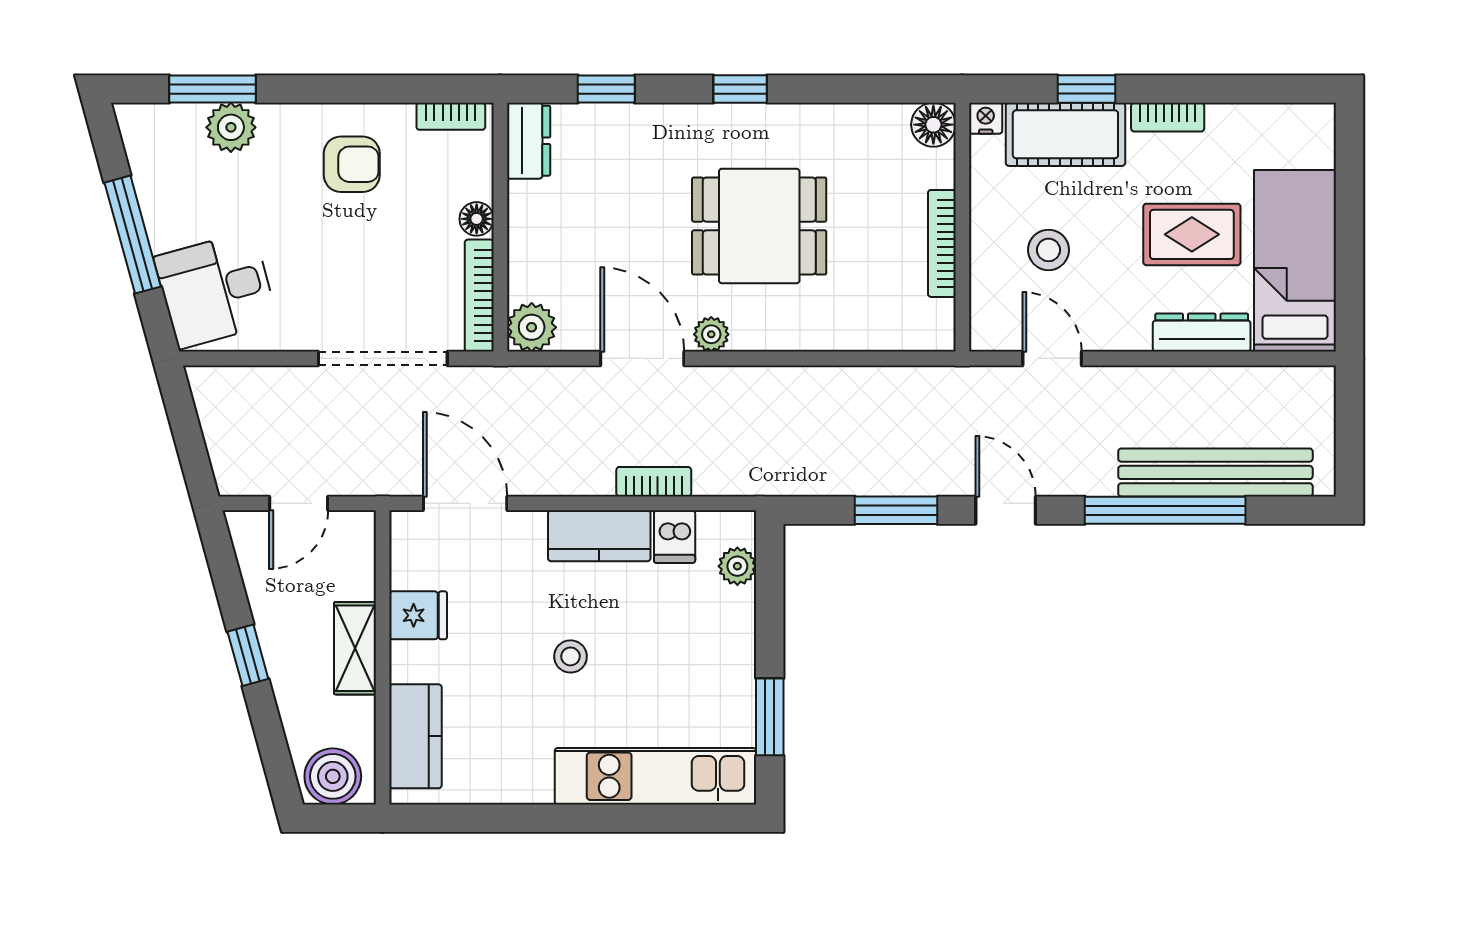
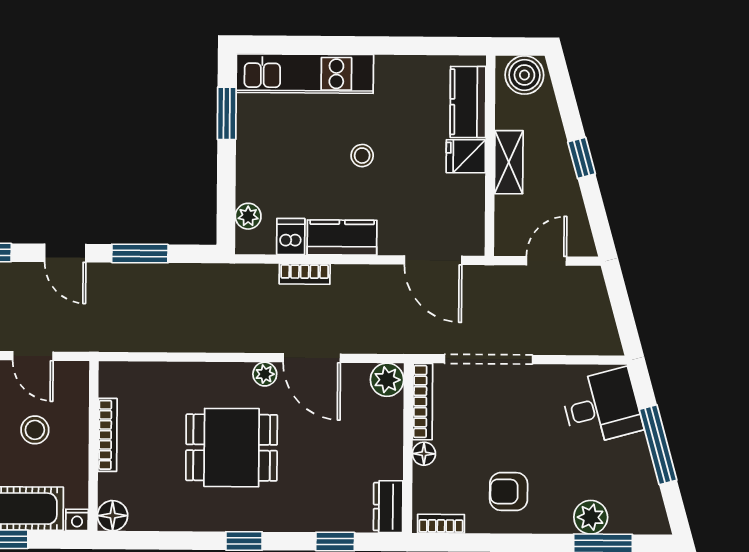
fridge: (418, 615) -> (466, 156), moved

